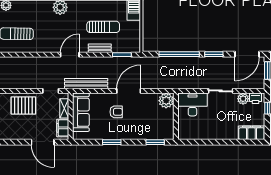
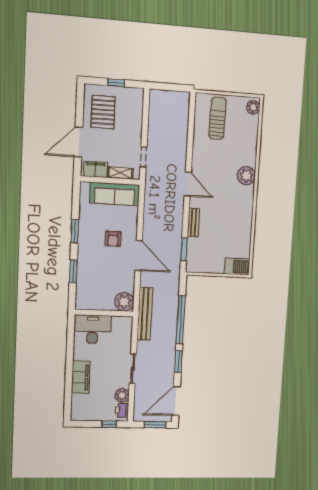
sun lounger: (103, 27) -> (219, 228), removed
door: (247, 54) -> (176, 401), hinge flipped
bench: (86, 84) -> (145, 314), moved
desk: (192, 105) -> (93, 329), moved, turned -90
pallet: (23, 106) -> (103, 112), moved
filing cabinet: (252, 133) -> (81, 377), moved
window: (155, 142) -> (73, 271), moved

